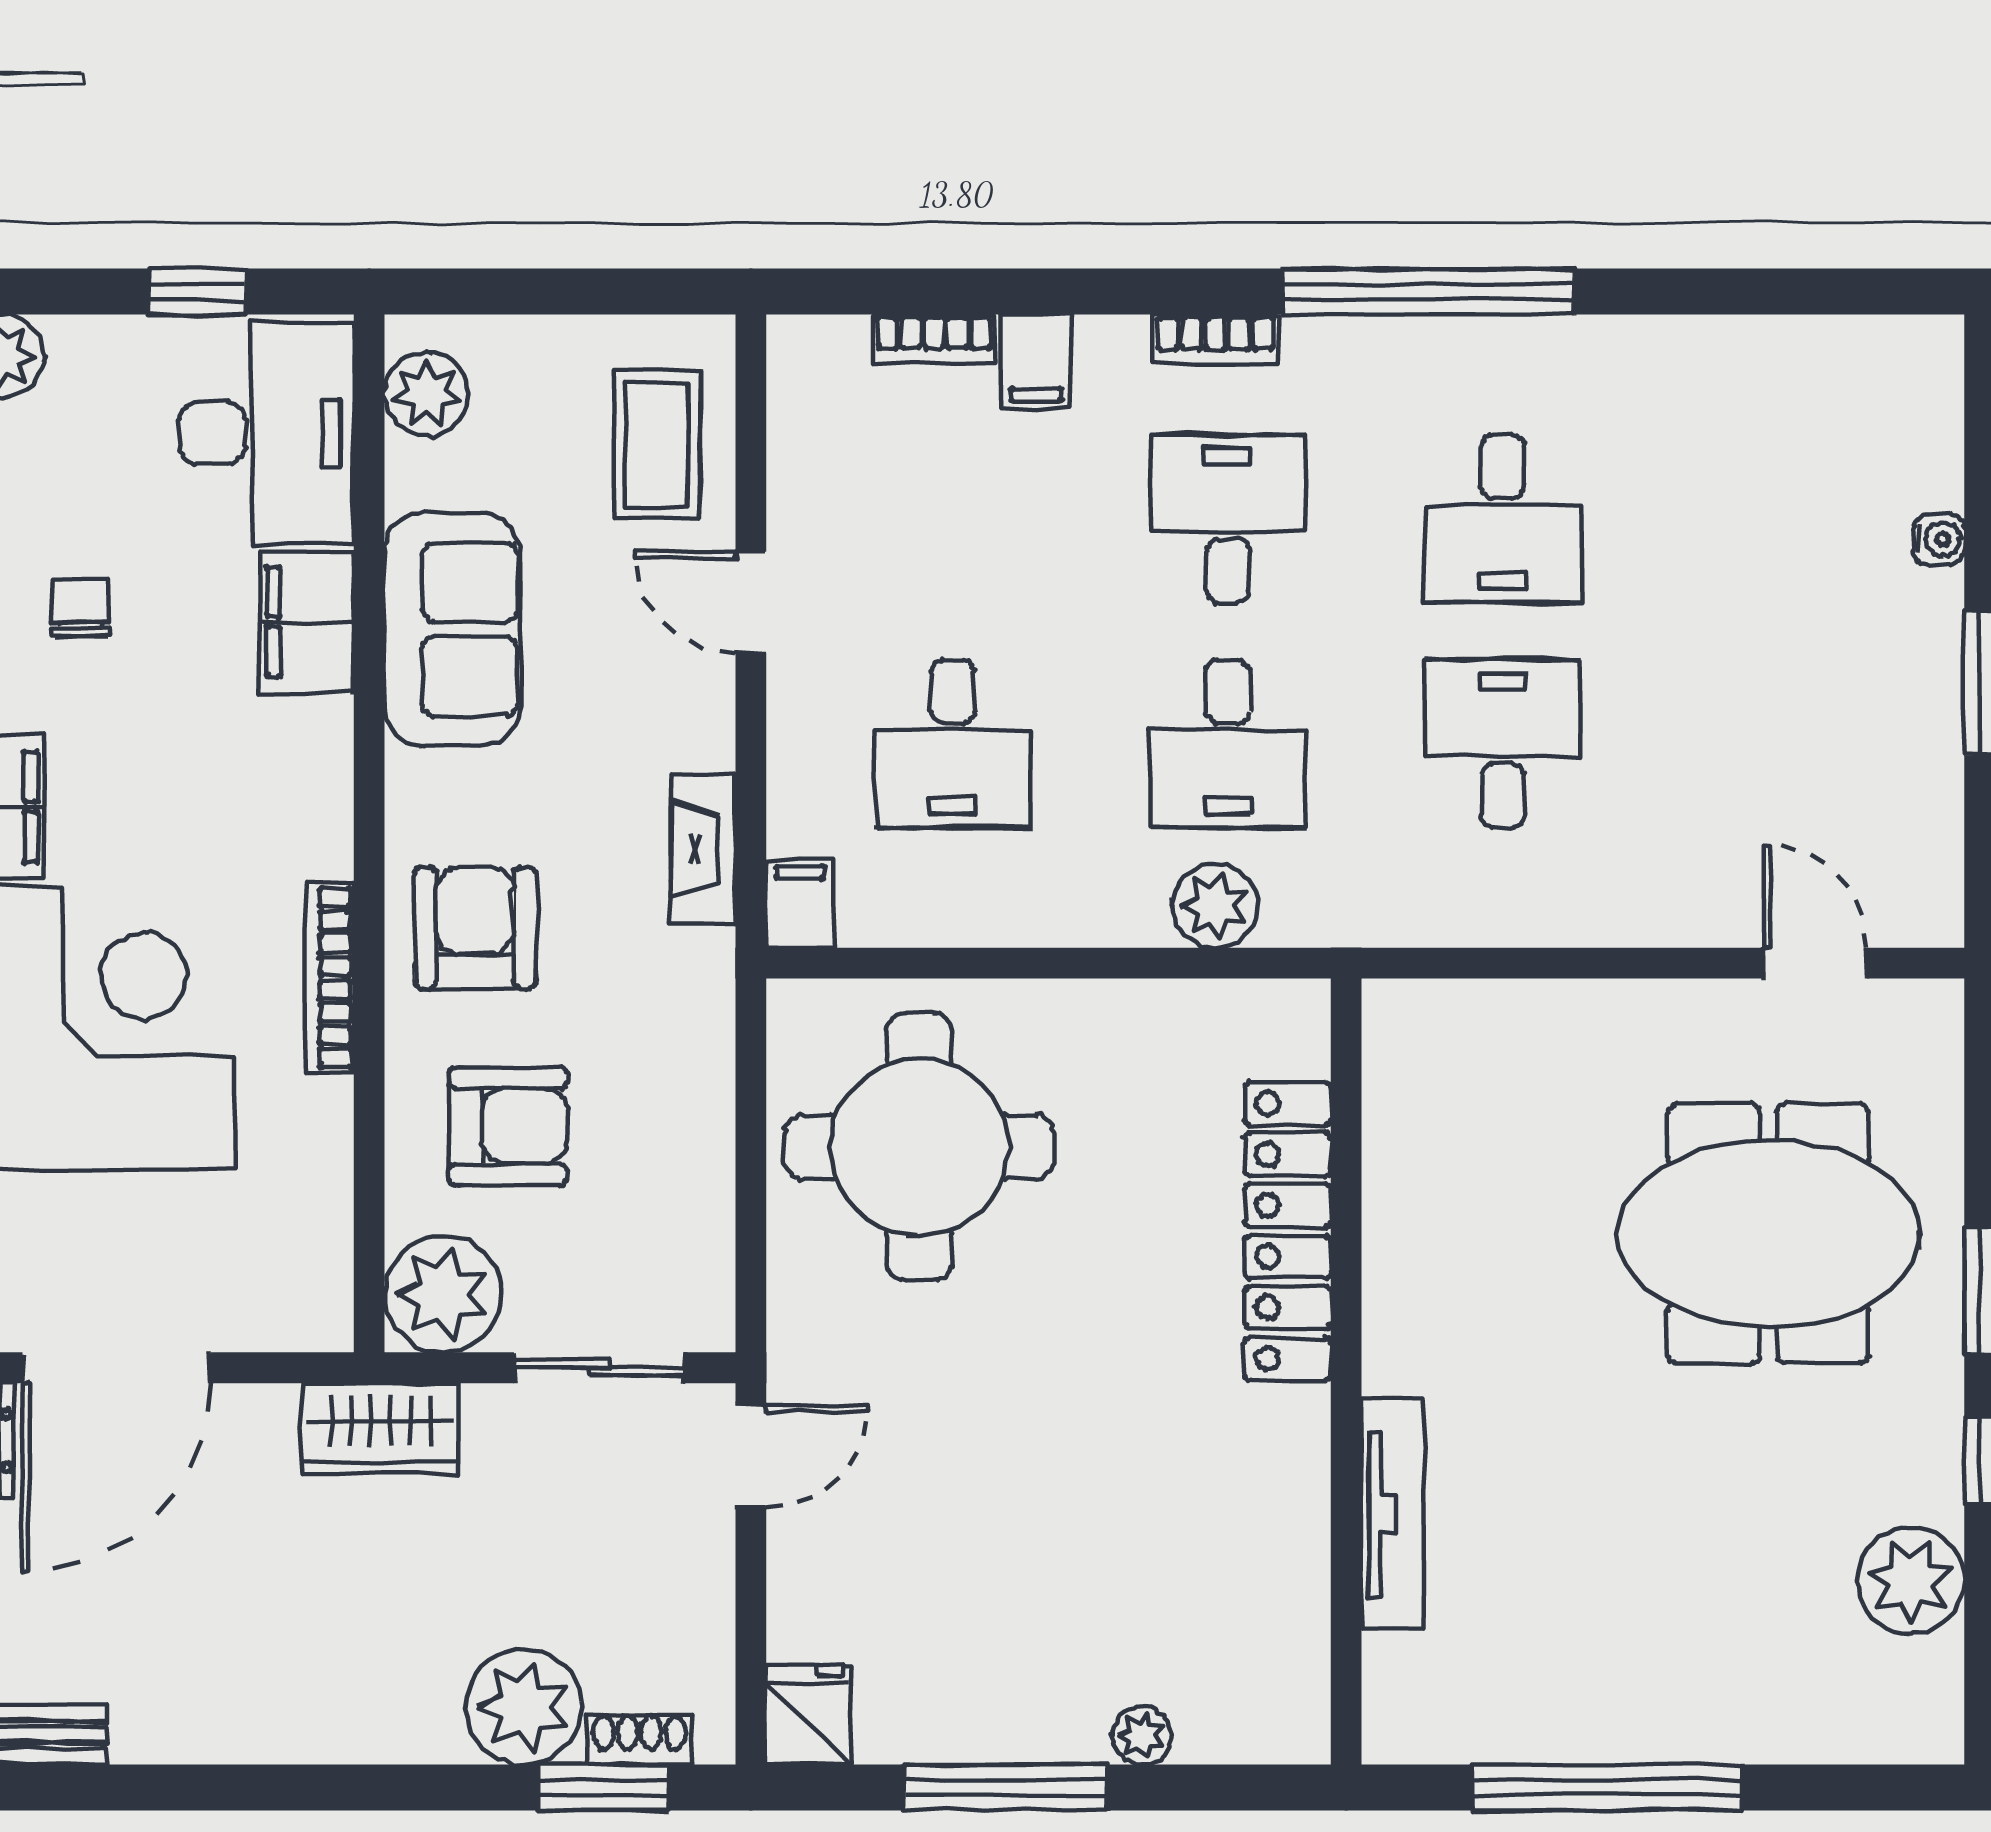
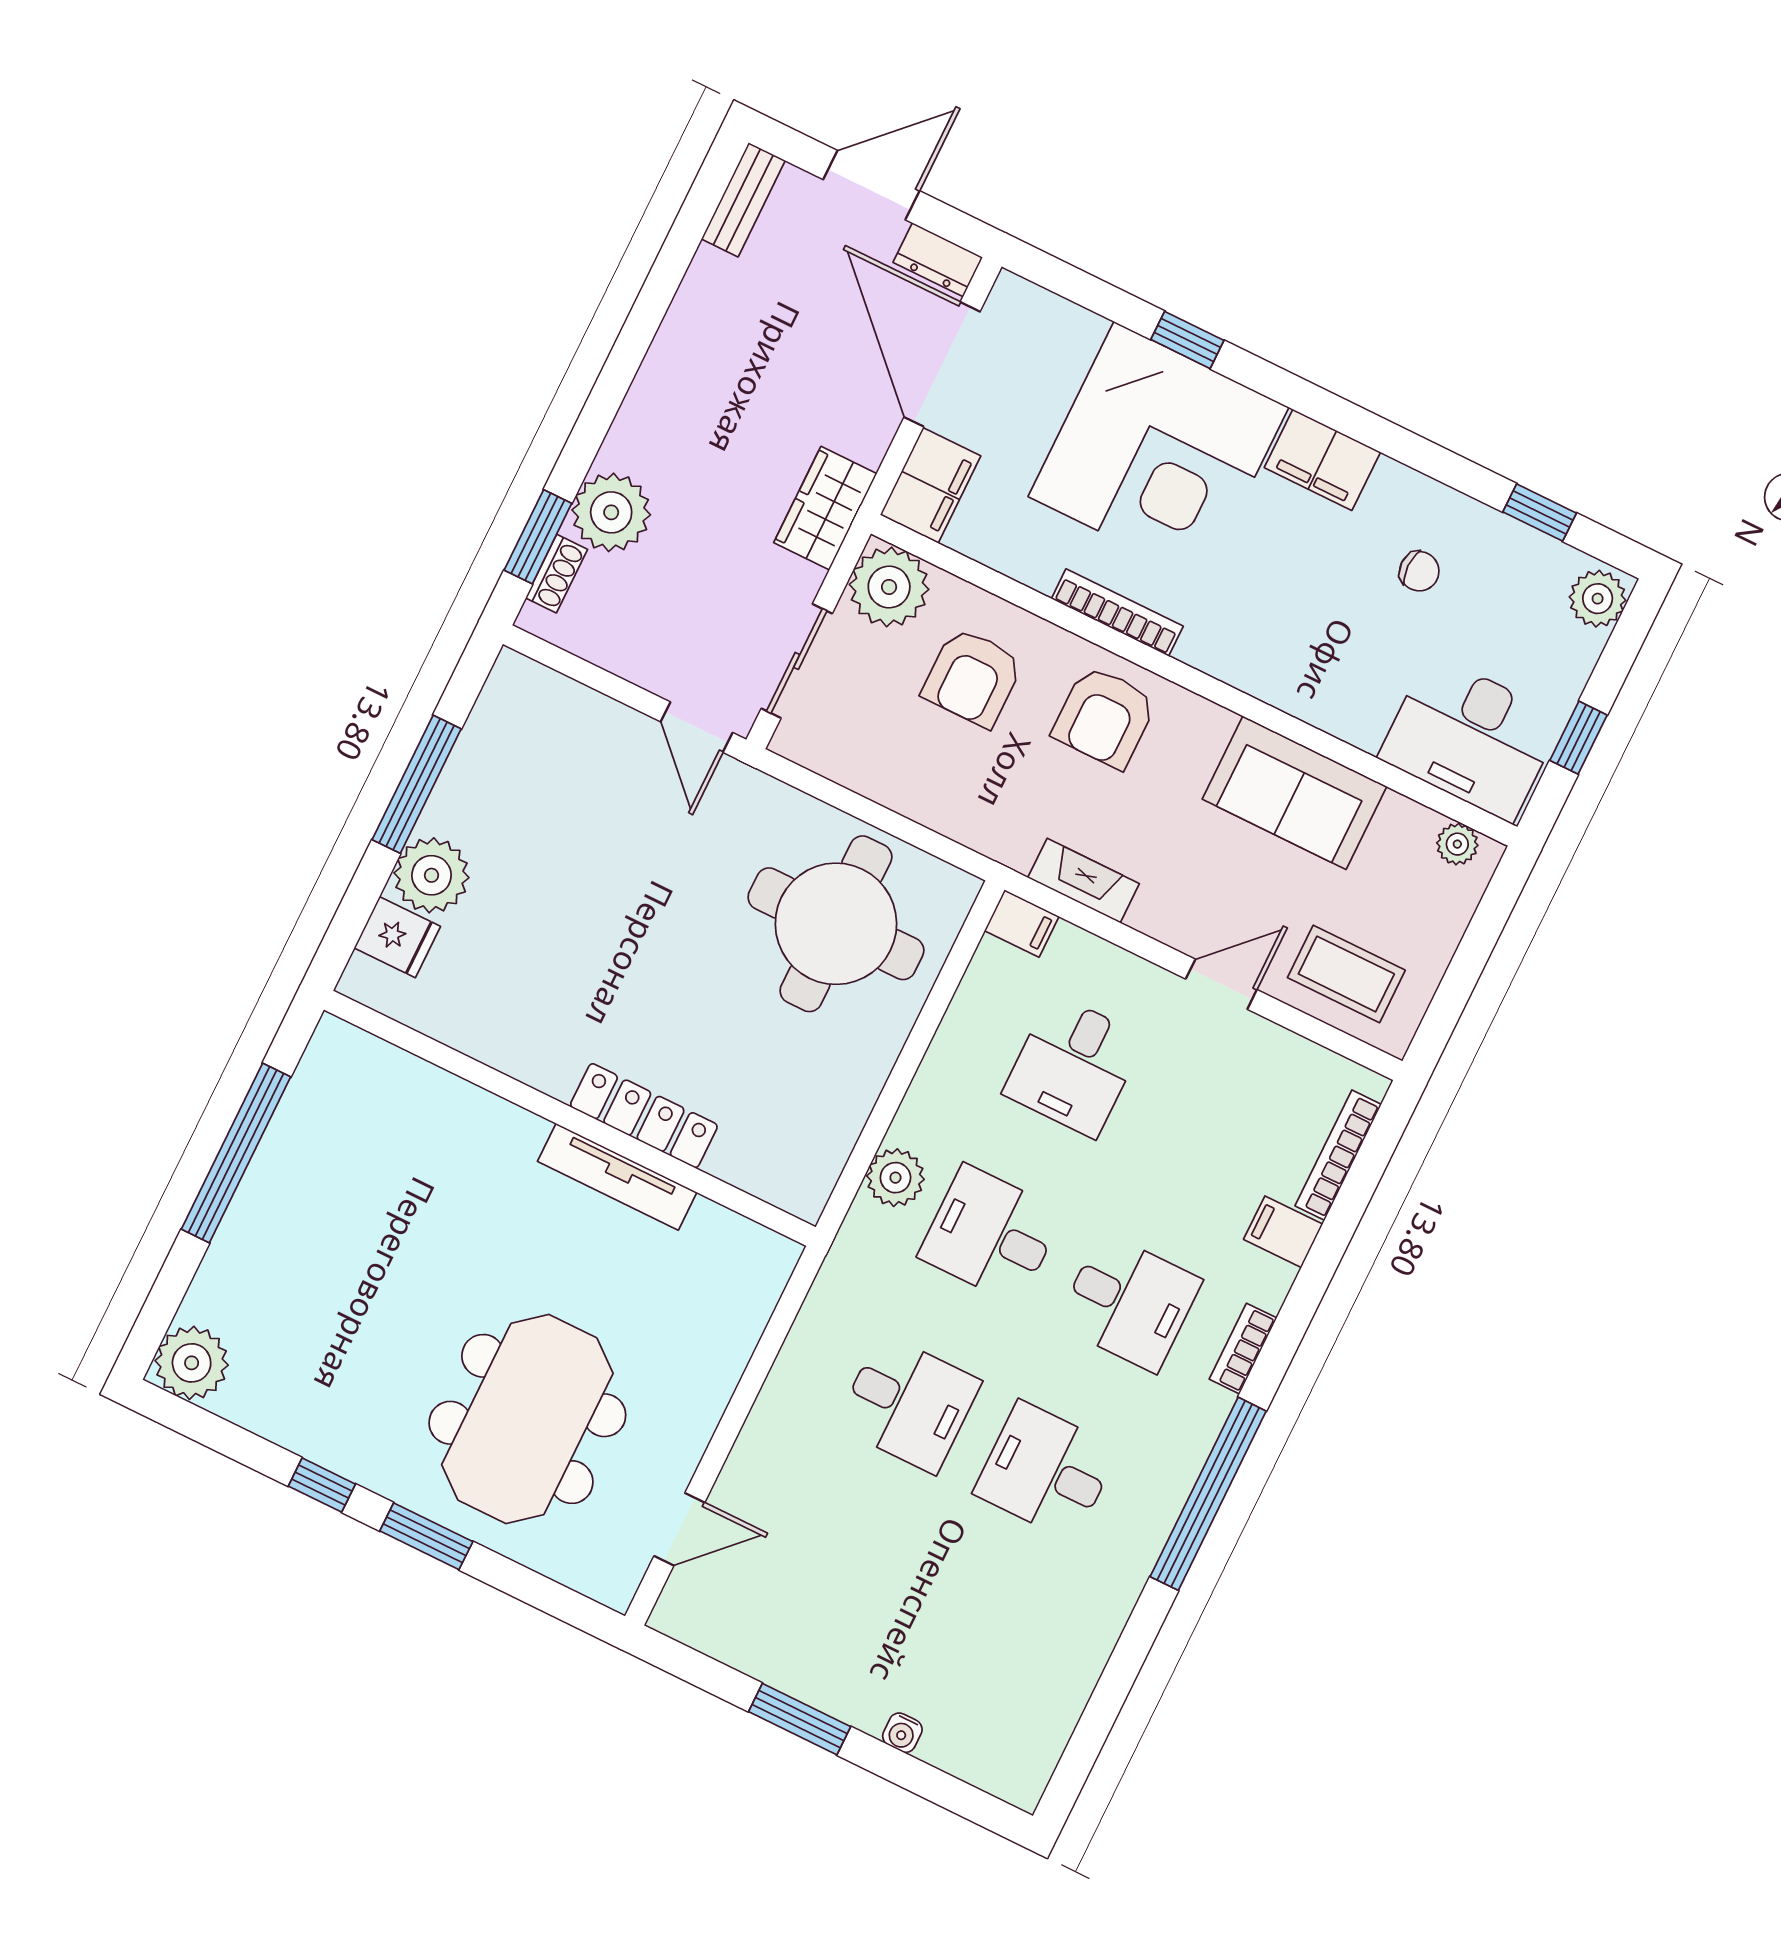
bookcase: (934, 339) -> (1338, 1155), width x1.56
plant: (426, 394) -> (1457, 844), width x0.73, depth x0.73
filing cabinet: (307, 622) -> (930, 485), moved, turned 90
desk: (953, 744) -> (1074, 1066), turned -90
armchair: (475, 927) -> (1104, 717), turned 90
locker: (1288, 1231) -> (644, 1116), width x0.71, depth x0.83
tv unit: (1393, 1514) -> (617, 1177), moved
plant: (1911, 1580) -> (192, 1363), moved
fridge: (808, 1715) -> (397, 937), moved
plant: (1142, 1735) -> (431, 875), width x1.88, depth x1.88

